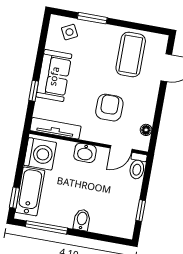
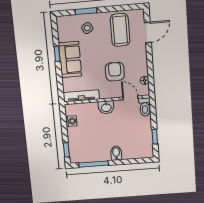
side table: (70, 32) -> (87, 28), moved
window: (34, 91) -> (57, 54), moved
door: (121, 149) -> (130, 98), swing flipped
washing machine: (40, 154) -> (71, 121), width x0.53, depth x0.53
bathtub: (30, 191) -> (76, 143), removed

